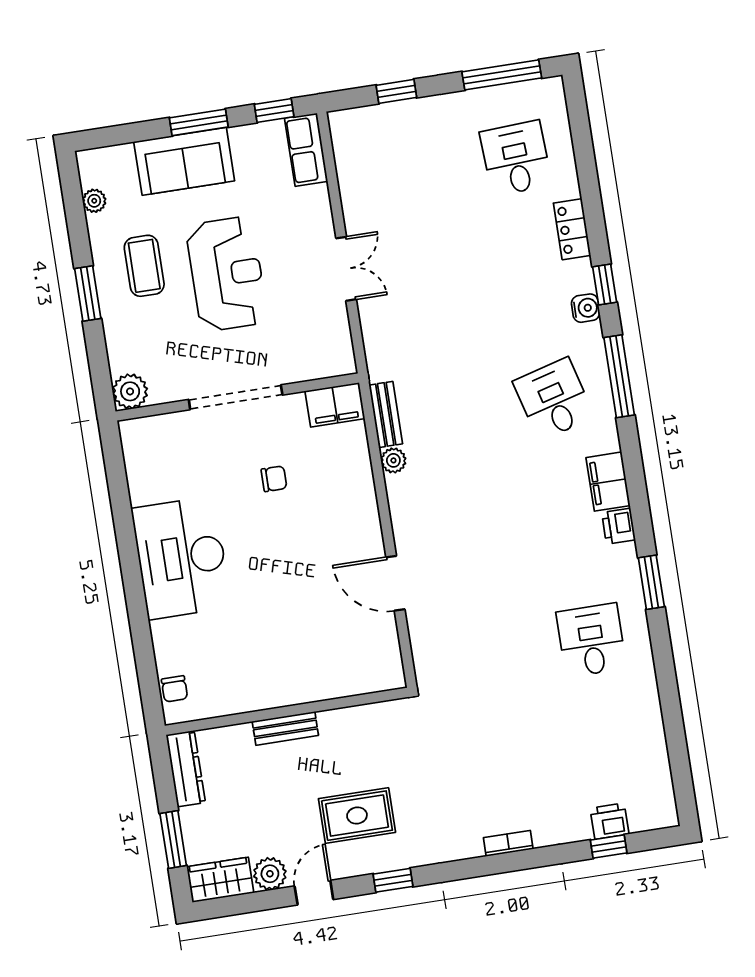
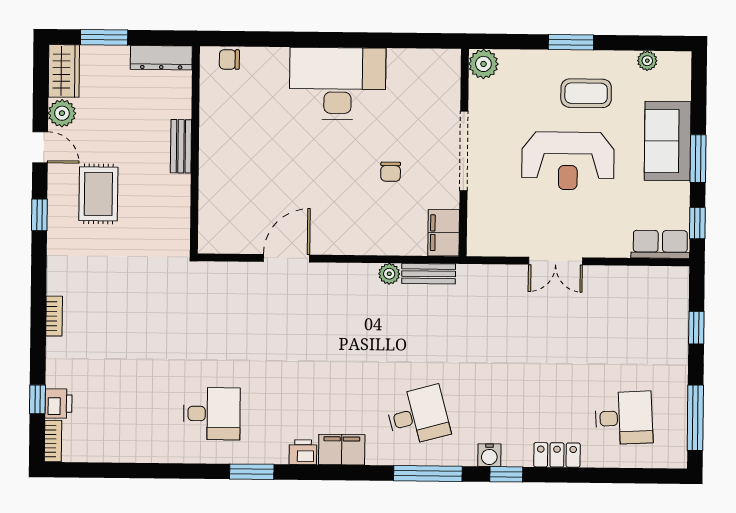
bookcase: (654, 820) -> (53, 441), added

